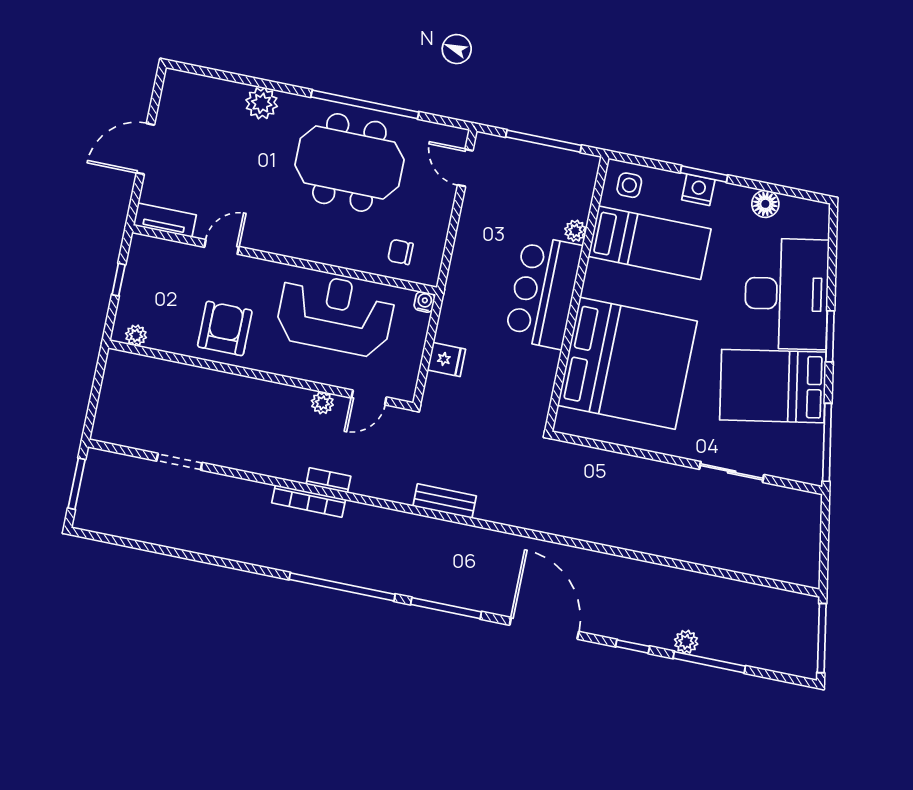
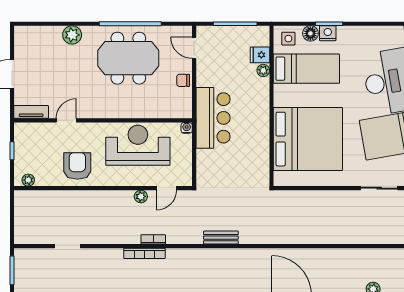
floor lamp: (765, 204) -> (310, 33), moved
chair: (400, 252) -> (183, 80), moved
bar counter: (544, 292) -> (213, 118), moved, turned 180
fridge: (446, 360) -> (260, 55), moved, turned 180

